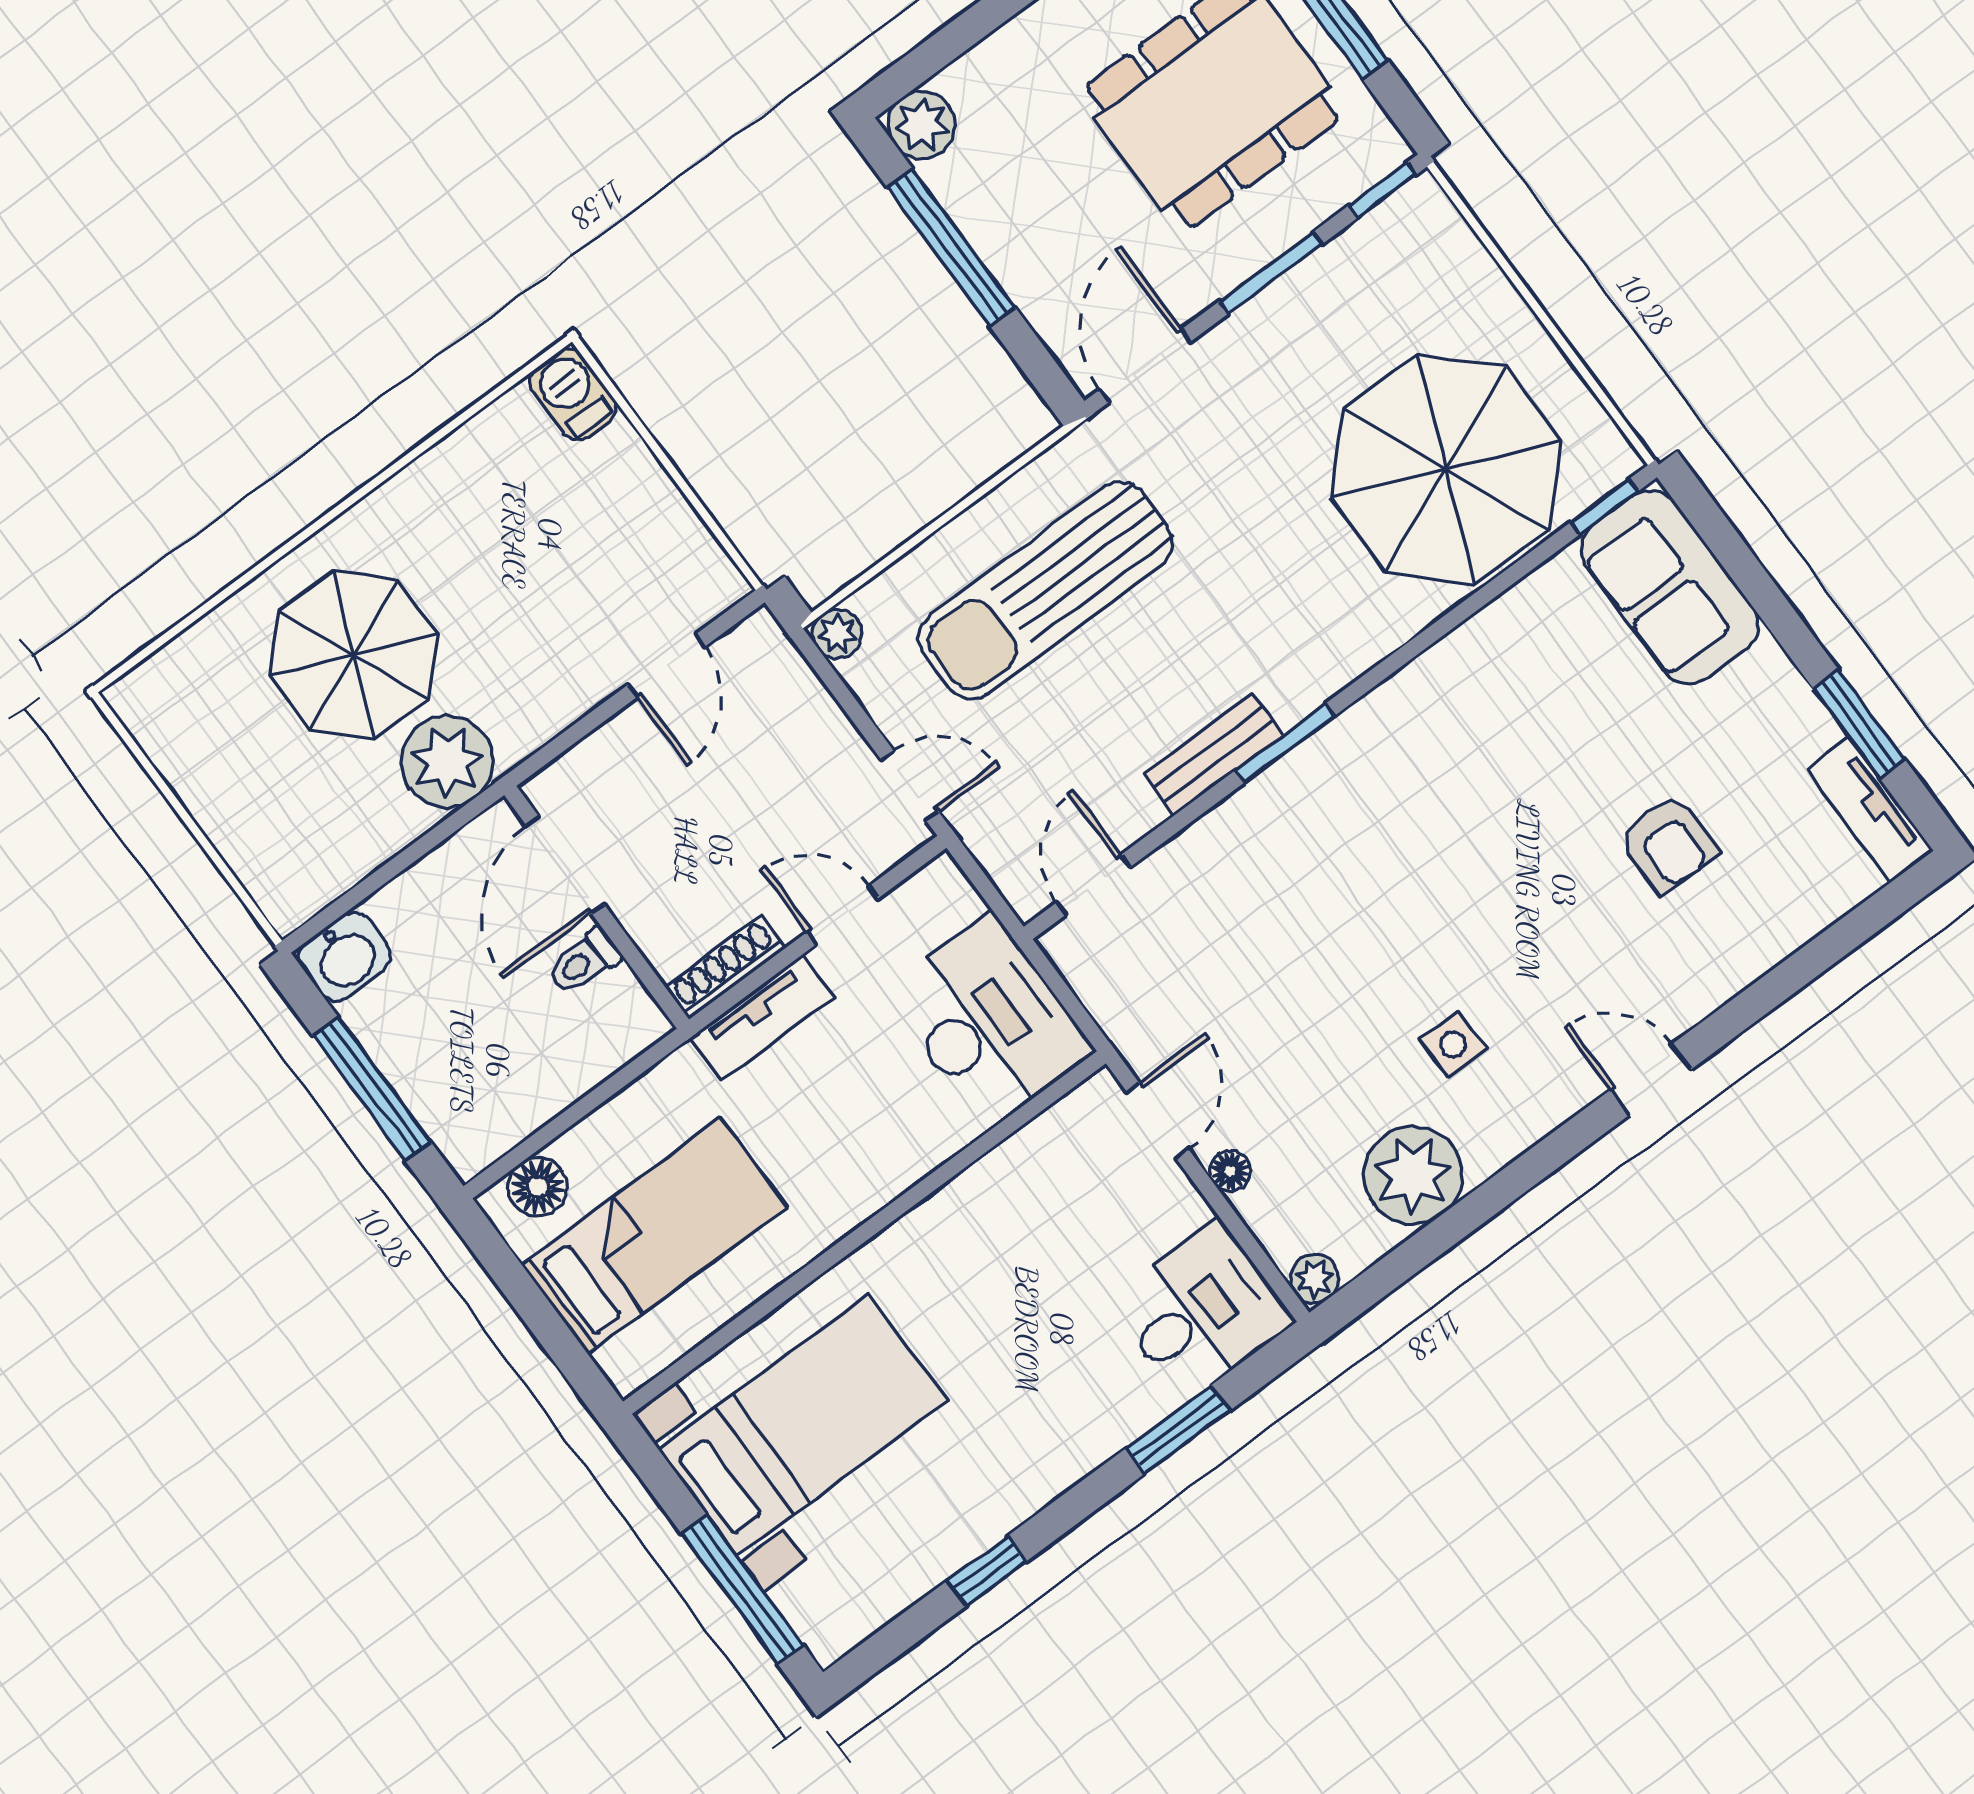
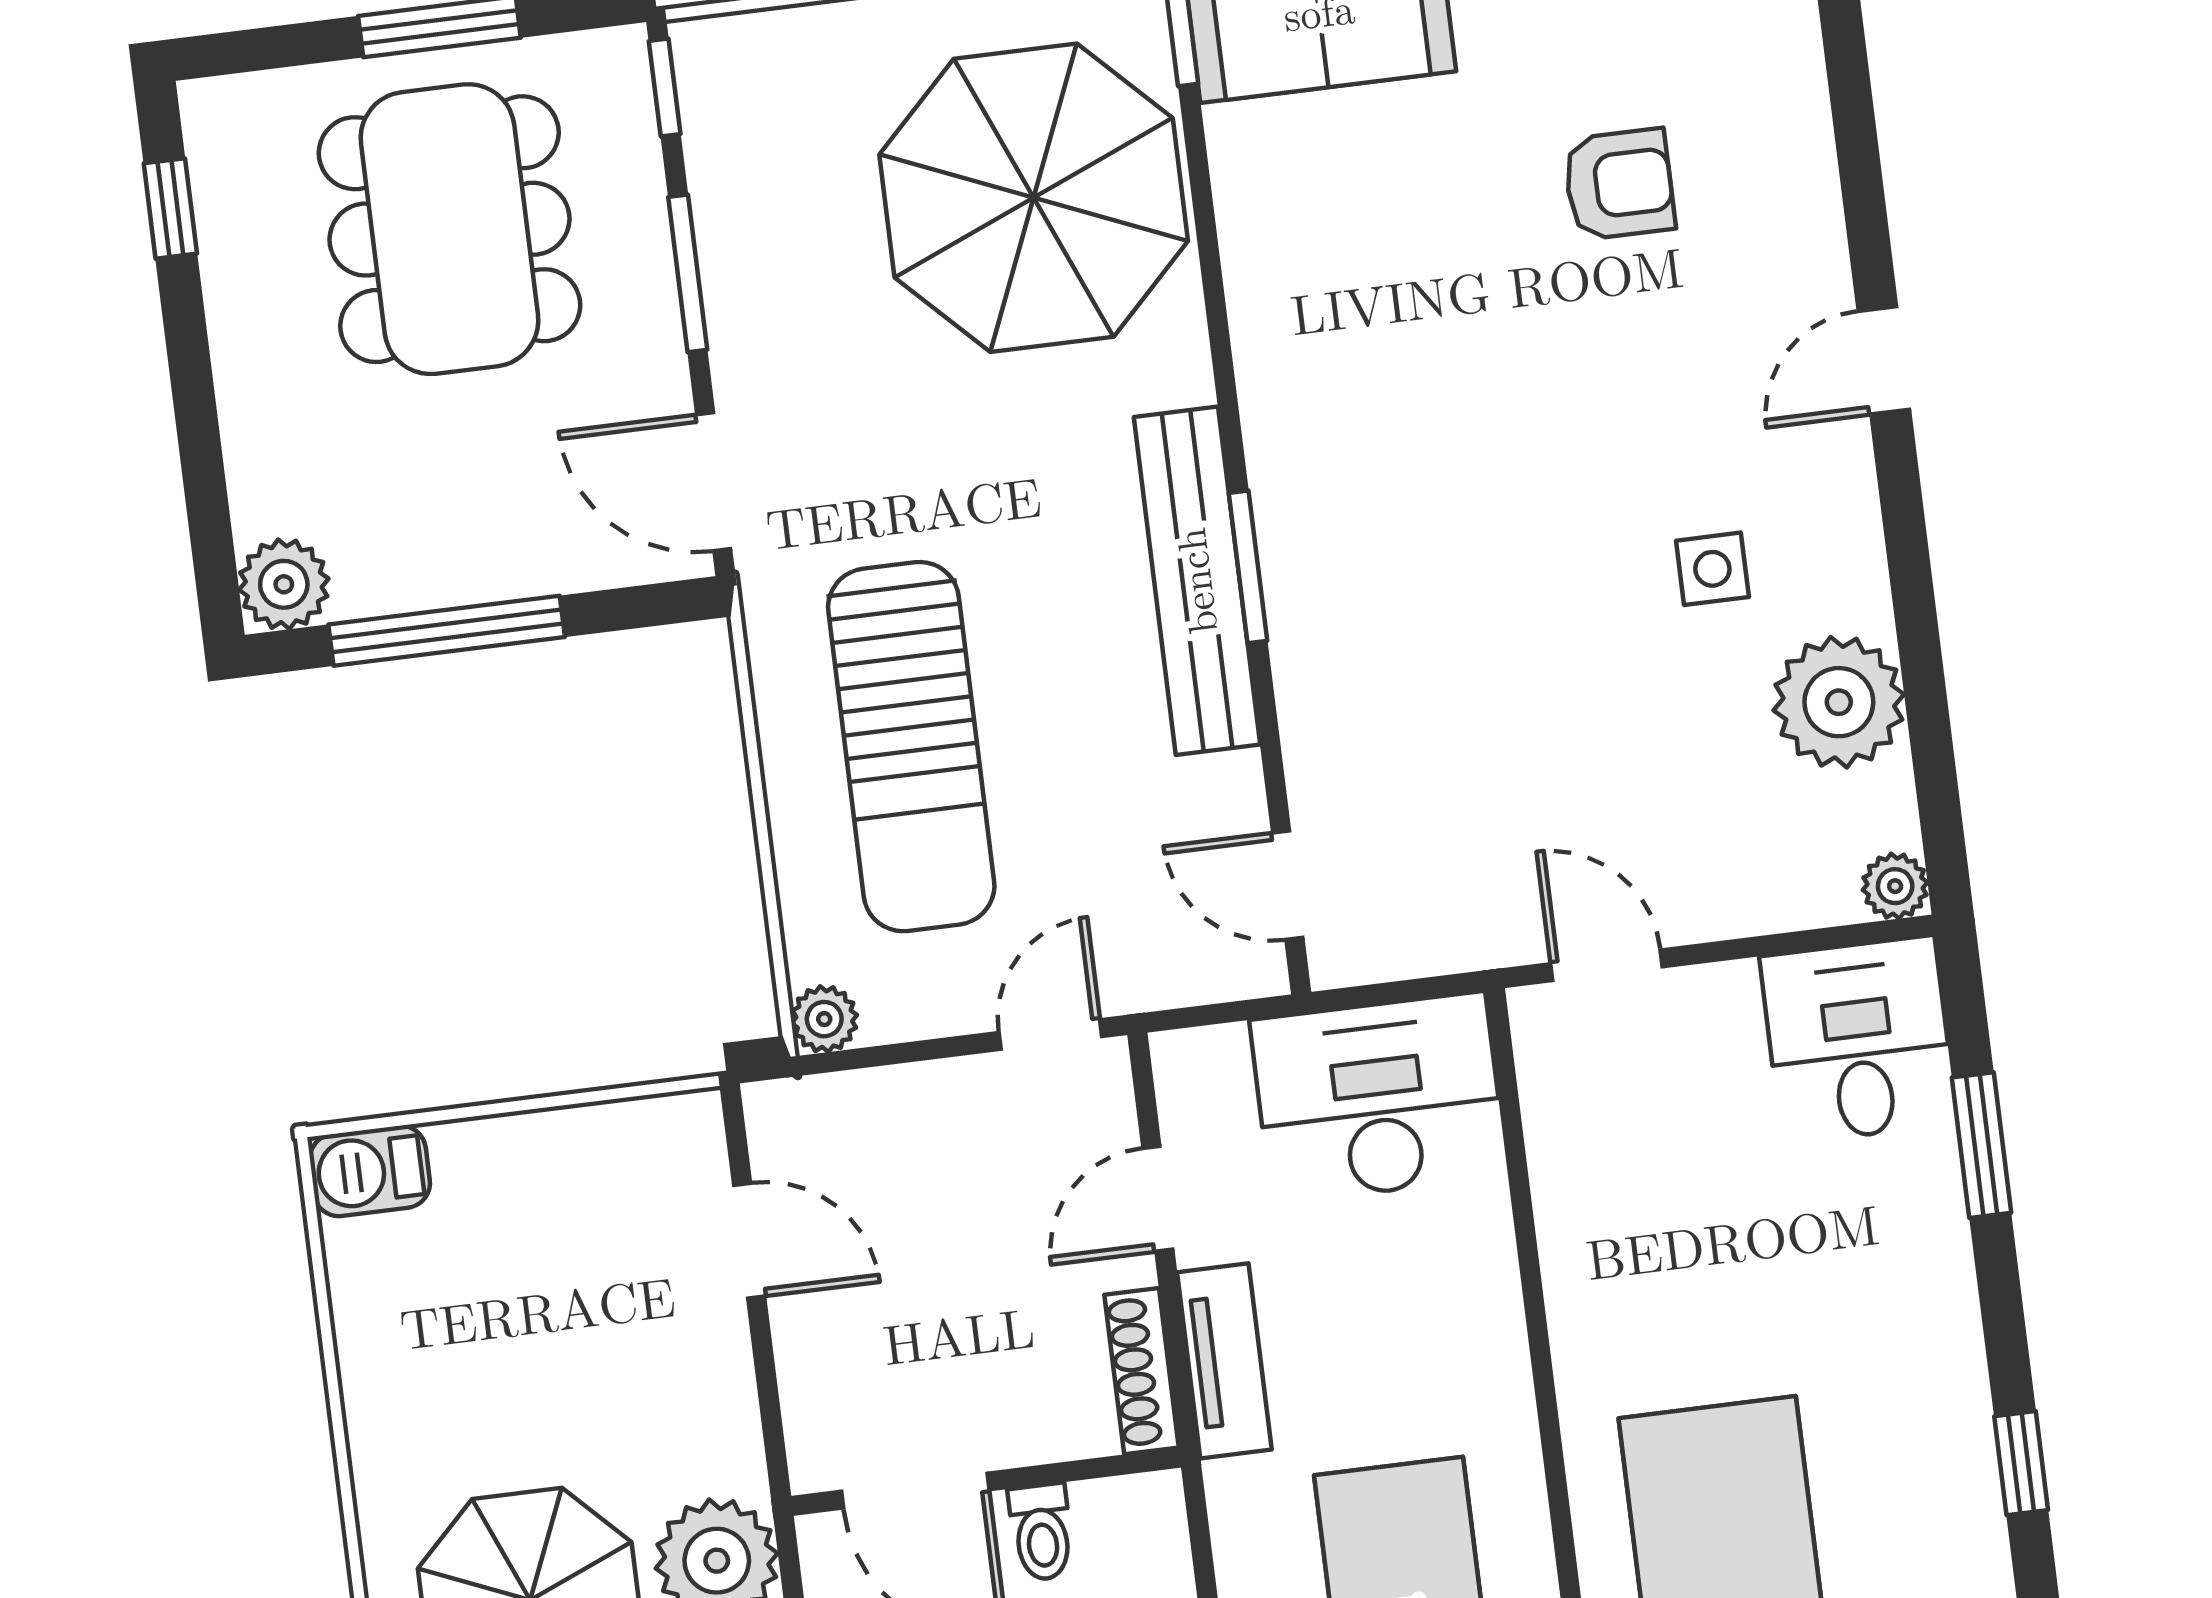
bench: (1213, 754) -> (1197, 581), width x1.86, depth x1.21
floor lamp: (1230, 1171) -> (1713, 914), removed

